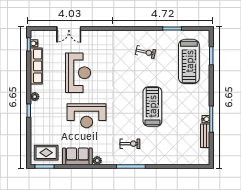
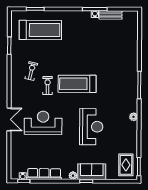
double door: (69, 29) -> (9, 119), moved
reception desk: (78, 73) -> (43, 123), moved
treadmill: (152, 106) -> (77, 84), moved
exercise bike: (130, 144) -> (48, 86), moved
sofa: (77, 156) -> (92, 172), moved, turned 90

